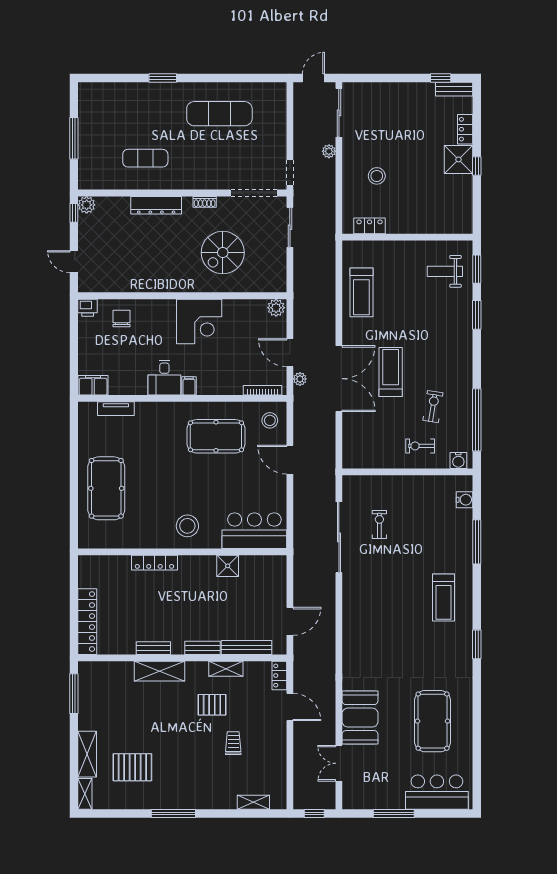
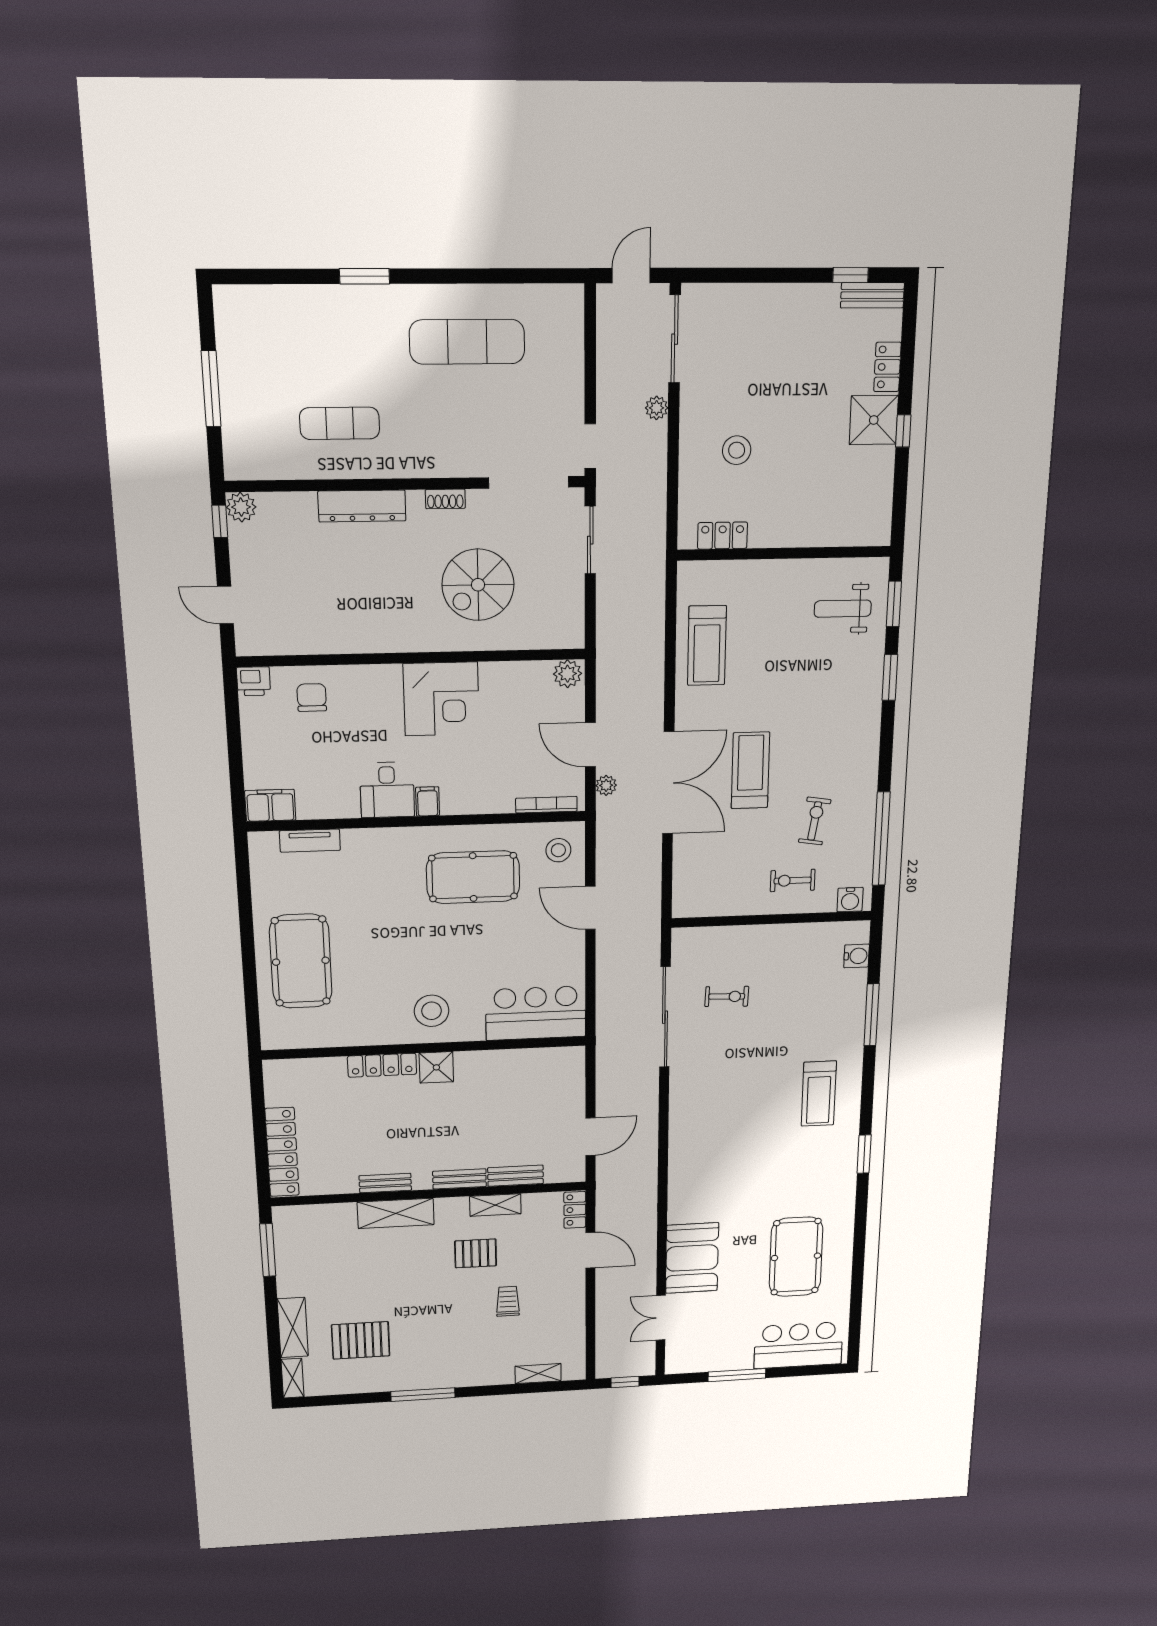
exercise bike: (379, 524) -> (727, 996), turned 92
shower: (228, 566) -> (436, 1067), moved
bench: (246, 648) -> (516, 1176), width x0.73

